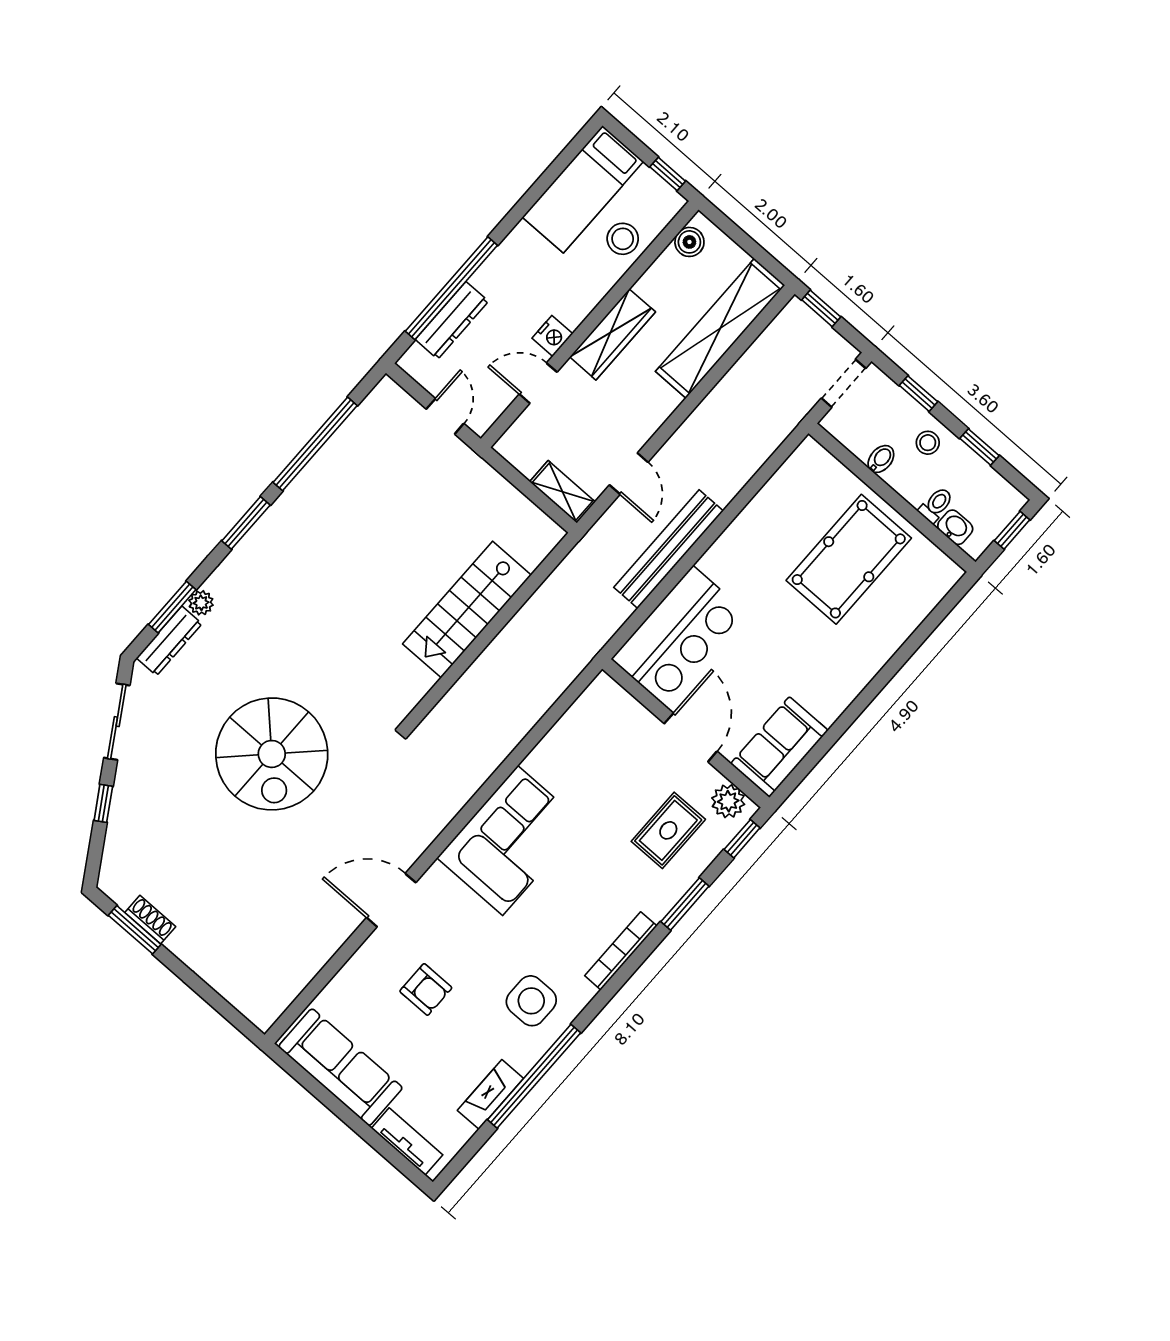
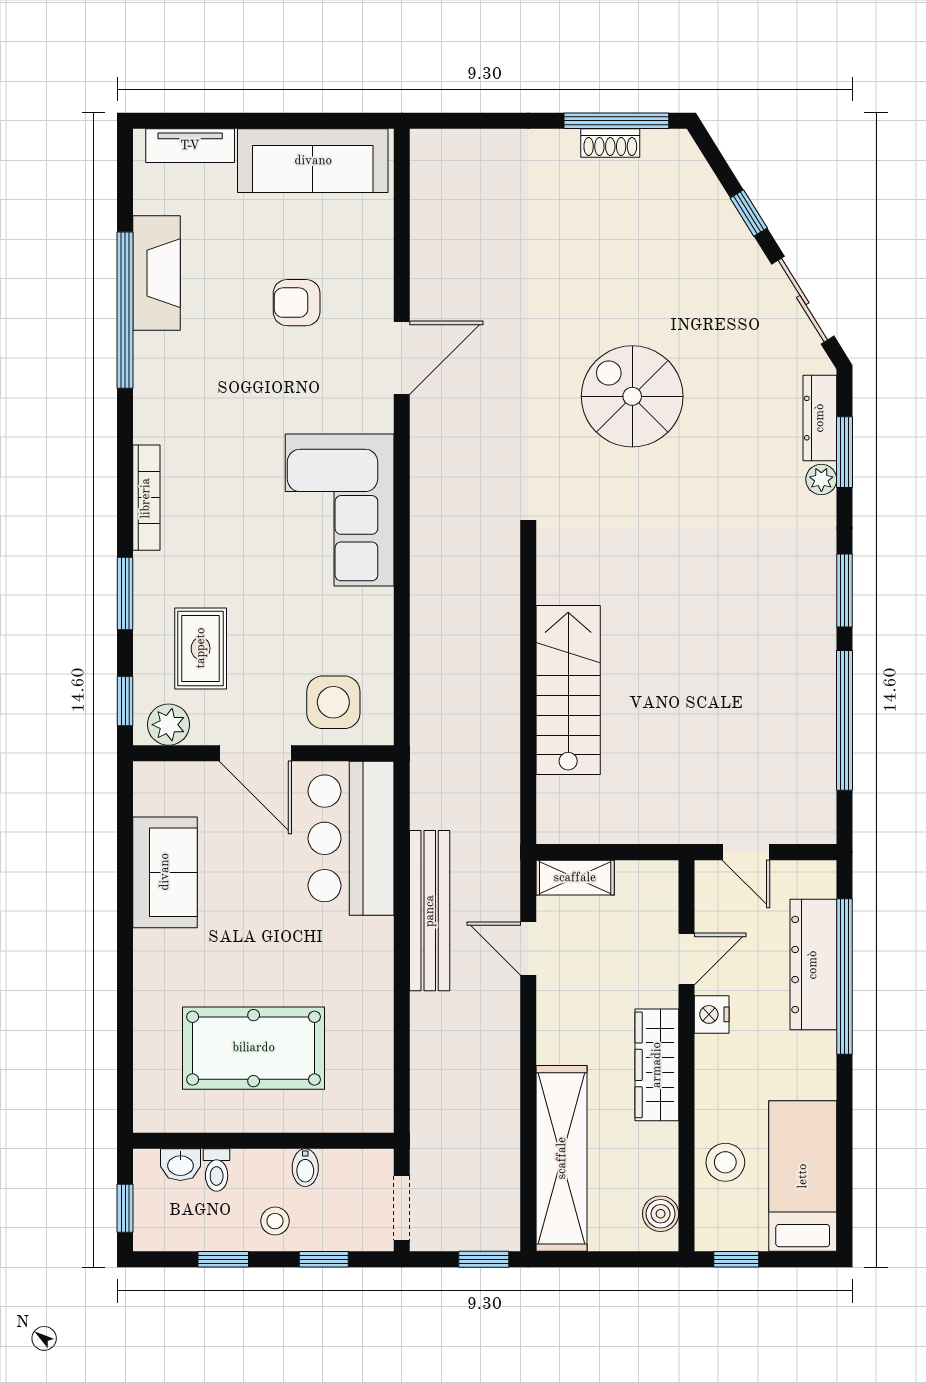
dresser: (452, 320) -> (813, 965), width x1.37, depth x1.24
pool table: (849, 559) -> (254, 1048), turned 90
sofa: (779, 747) -> (165, 872), moved
spiral stairs: (272, 754) -> (632, 396), width x0.73, depth x0.73
window: (135, 930) -> (616, 121), width x1.44
side table: (531, 1001) -> (333, 702), moved
fireplace: (490, 1094) -> (157, 273), width x1.37, depth x1.32

